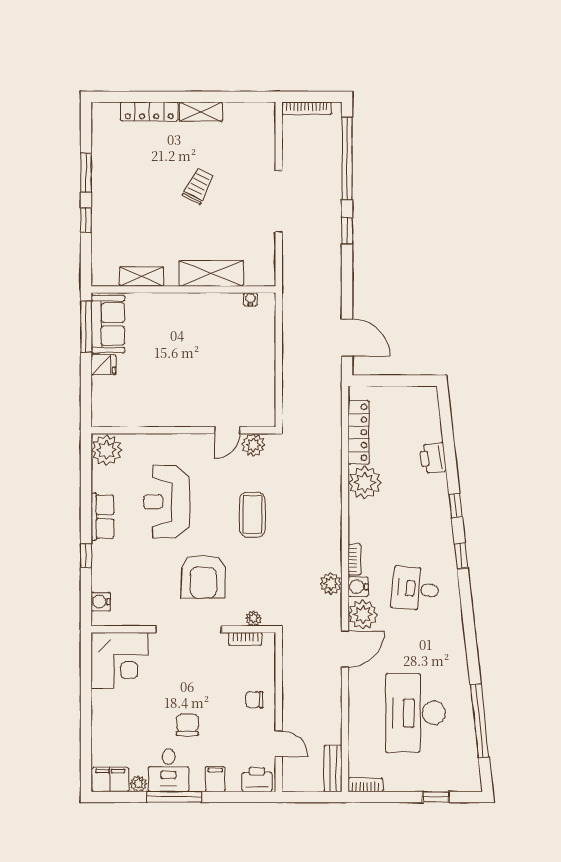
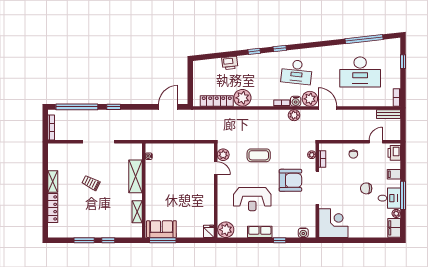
fridge: (103, 365) -> (209, 231), moved
desk: (415, 589) -> (297, 72), width x1.37

